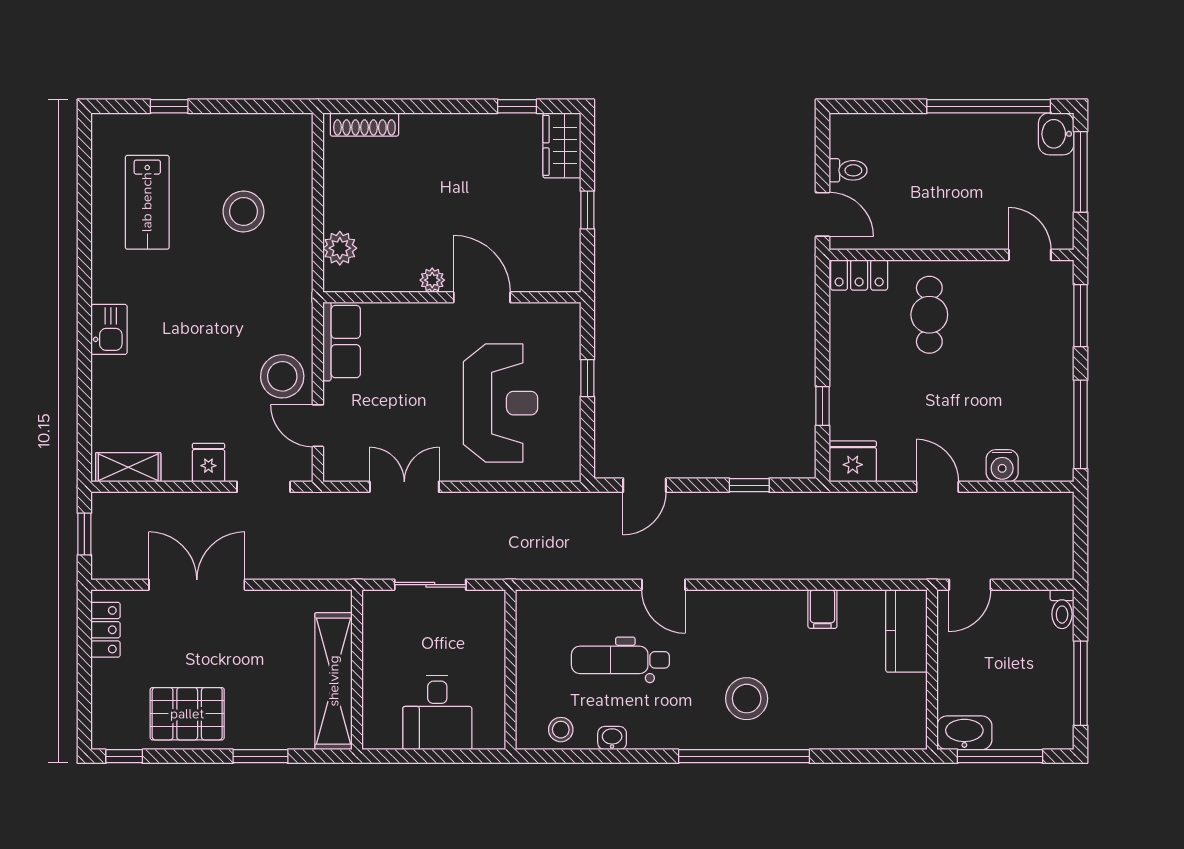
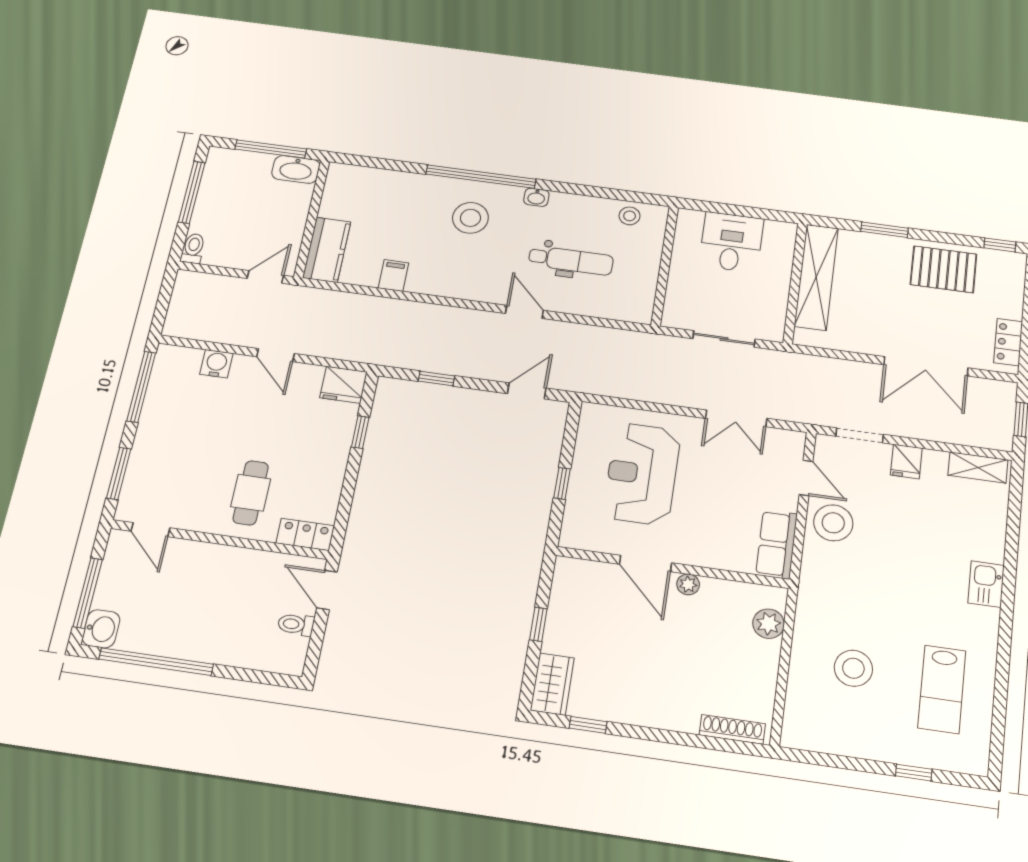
lab bench: (147, 202) -> (942, 689), turned 180
washbasin: (612, 738) -> (536, 197), moved

